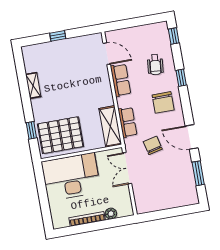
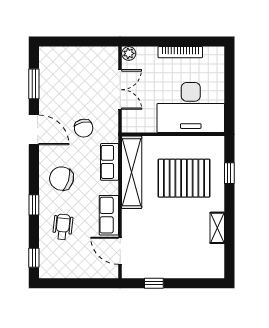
window: (58, 36) -> (154, 283), moved
chair: (163, 102) -> (62, 179), turned -73
shelving: (110, 126) -> (132, 172), width x1.47
pallet: (61, 135) -> (184, 178), moved
double door: (127, 168) -> (120, 90), moved
plant: (111, 214) -> (129, 53), moved

